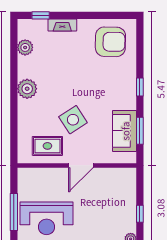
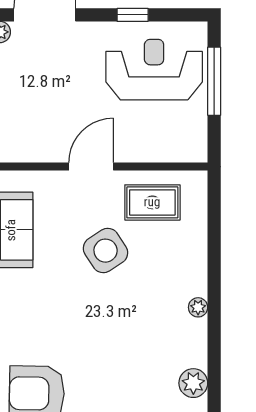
plant: (27, 89) -> (198, 307), width x0.53, depth x0.53

